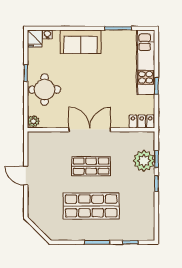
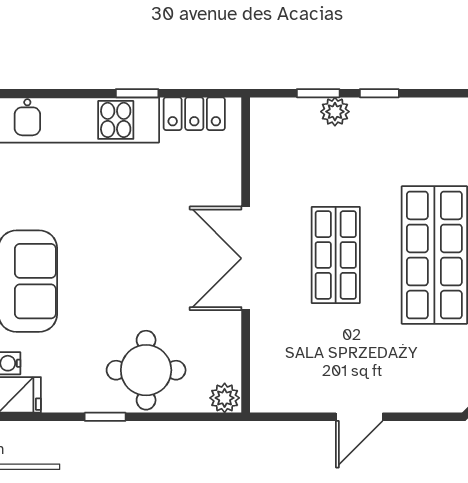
locker: (142, 121) -> (194, 114), moved, turned -90
plant: (144, 161) -> (335, 112), width x0.53, depth x0.53

